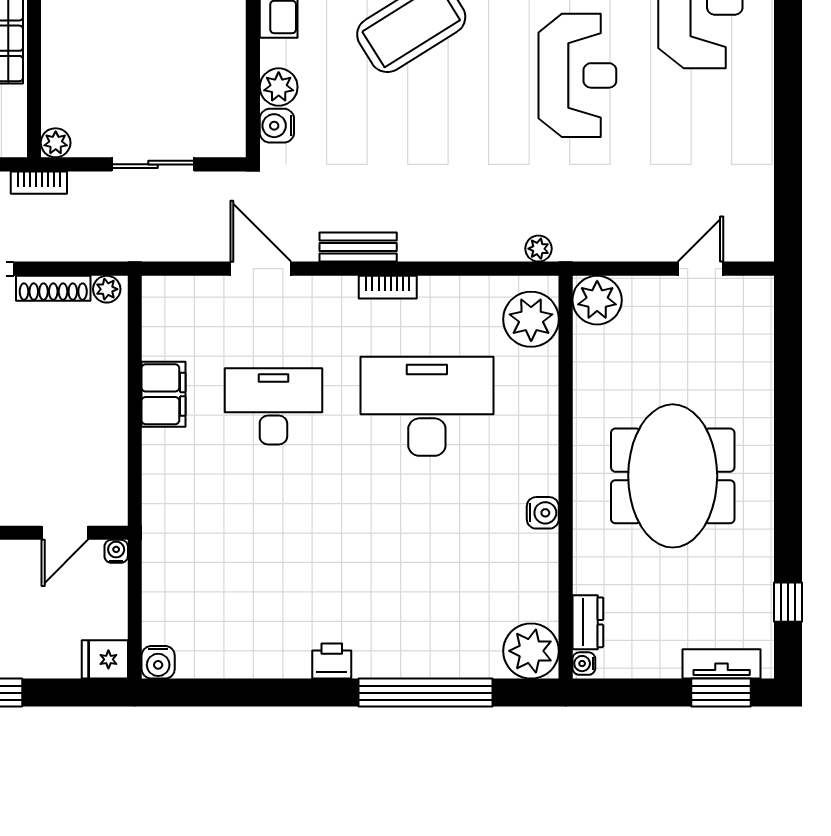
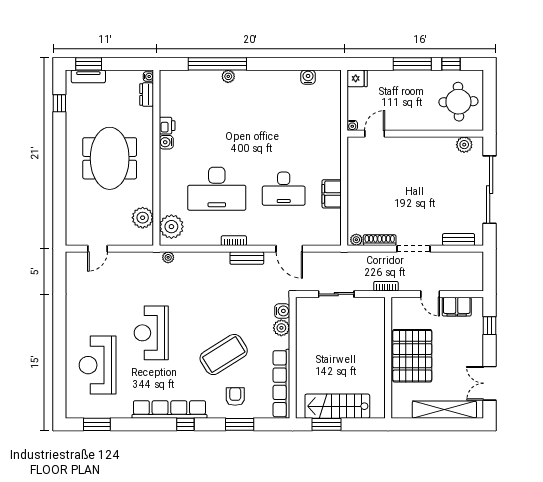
plant: (56, 143) -> (379, 304), removed
plant: (597, 300) -> (143, 218), moved
plant: (531, 651) -> (228, 76), moved, width x0.53, depth x0.53
printer: (332, 661) -> (167, 126), moved, turned -90
water cooler: (158, 662) -> (308, 77), moved

